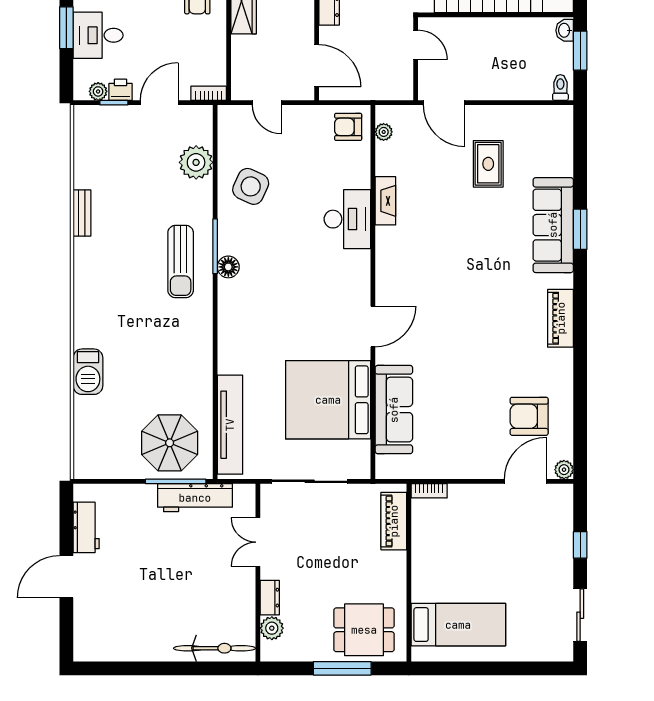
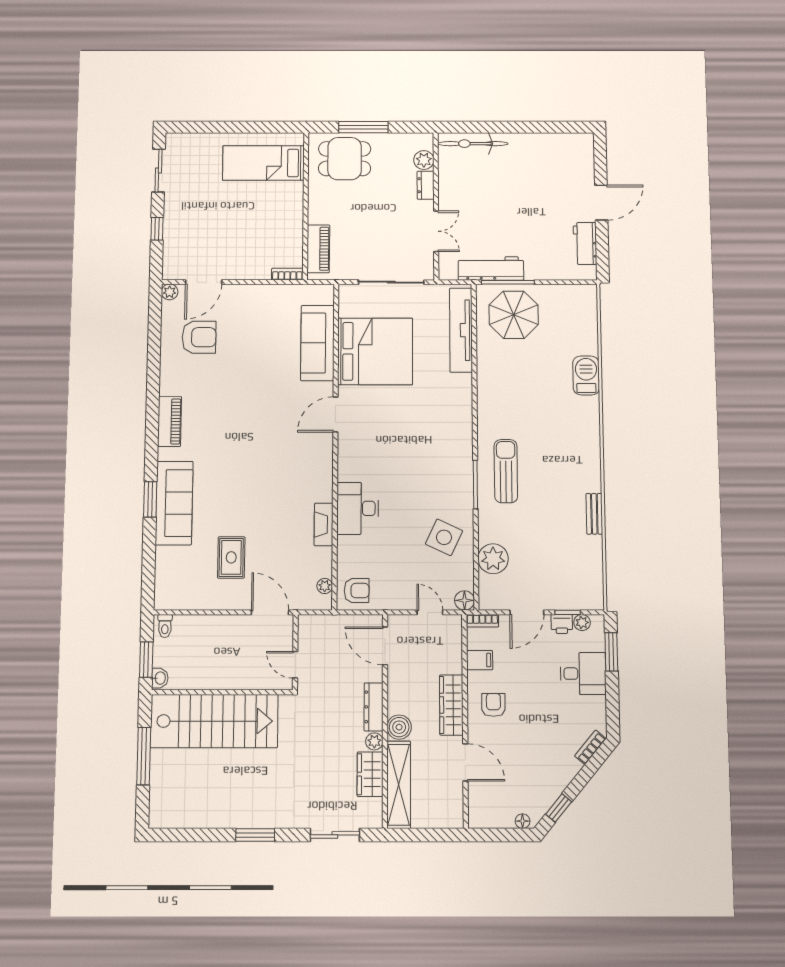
window: (66, 28) -> (611, 652), moved
filing cabinet: (212, 50) -> (480, 660), added
floor lamp: (228, 267) -> (464, 600), moved

